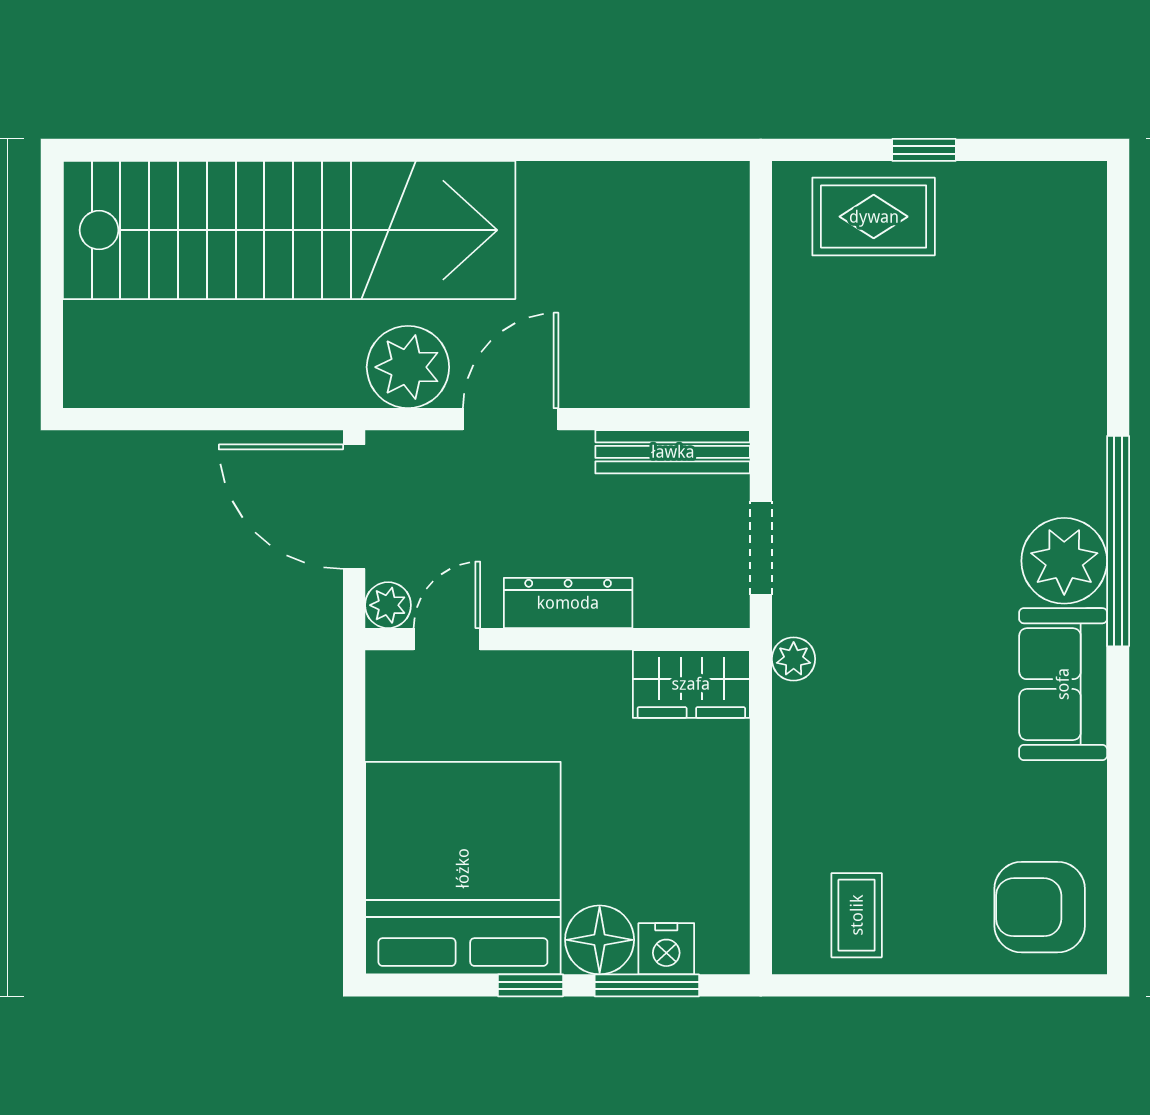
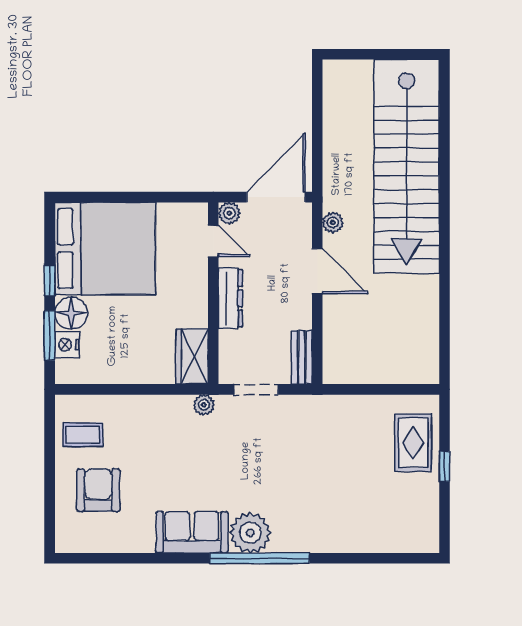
plant: (408, 367) -> (333, 223), width x0.53, depth x0.53
bench: (673, 452) -> (302, 357), width x0.73
armchair: (1040, 907) -> (98, 490), moved

